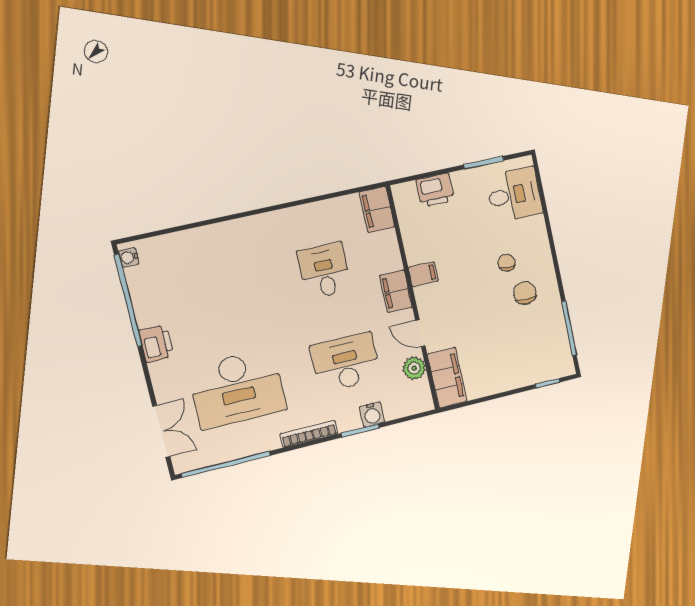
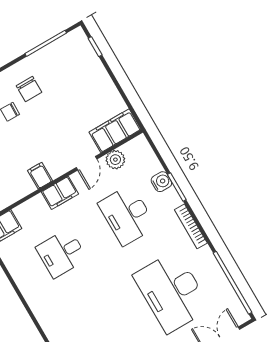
chair: (525, 293) -> (29, 89), turned -90
desk: (237, 389) -> (172, 292), turned 180

